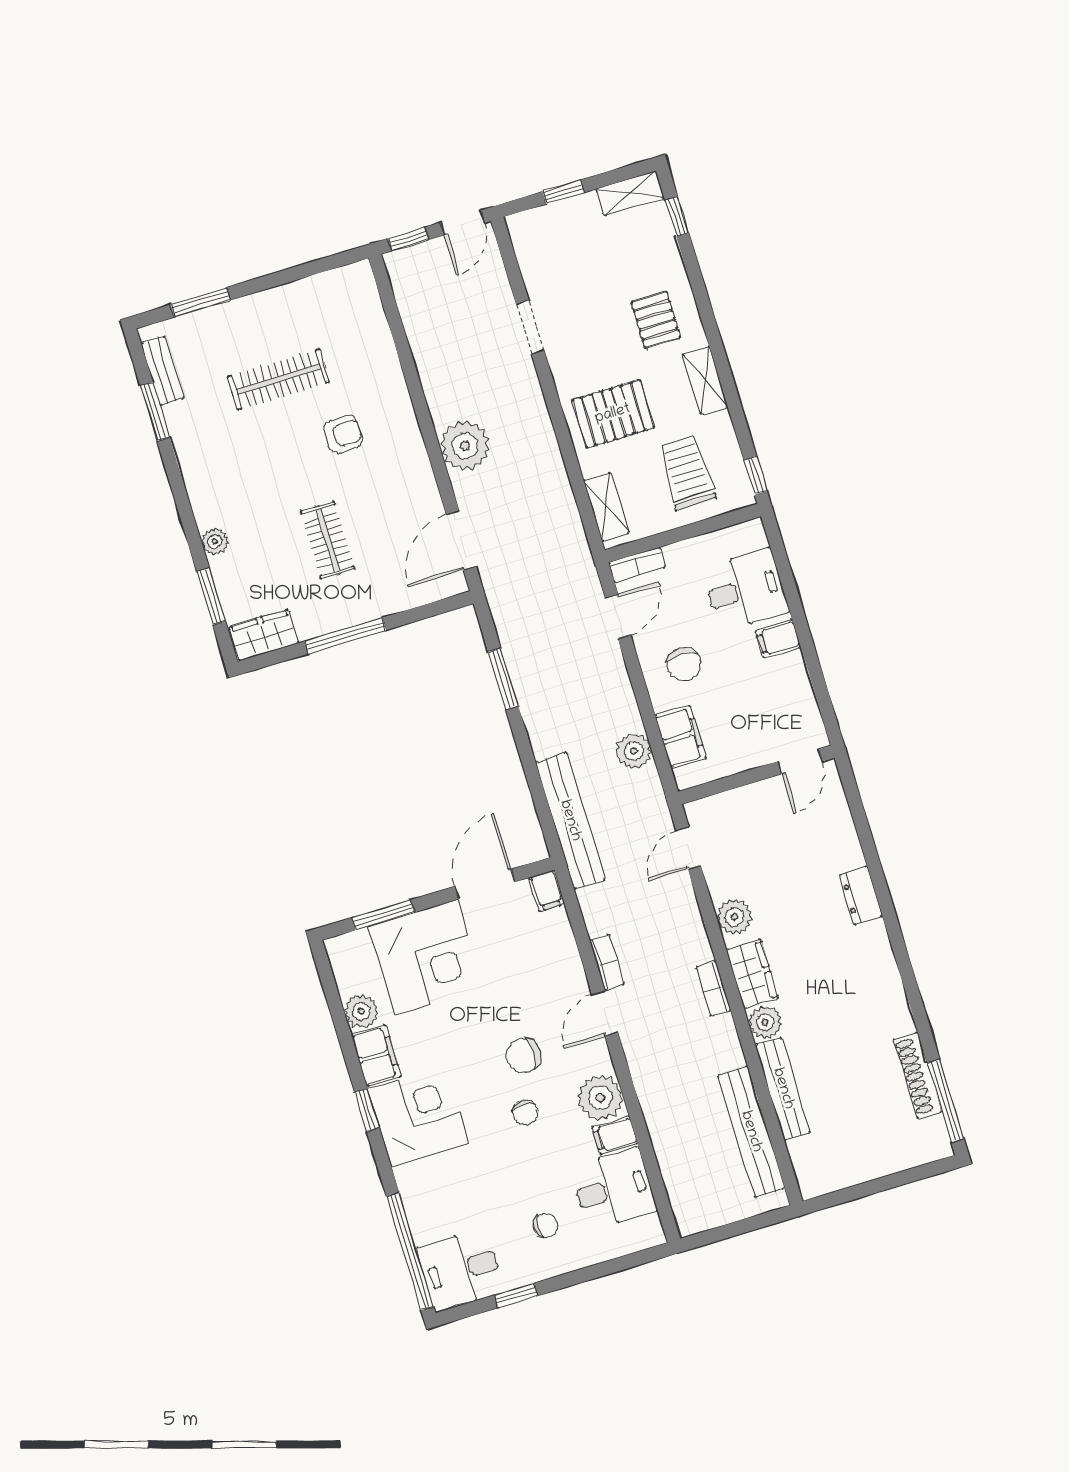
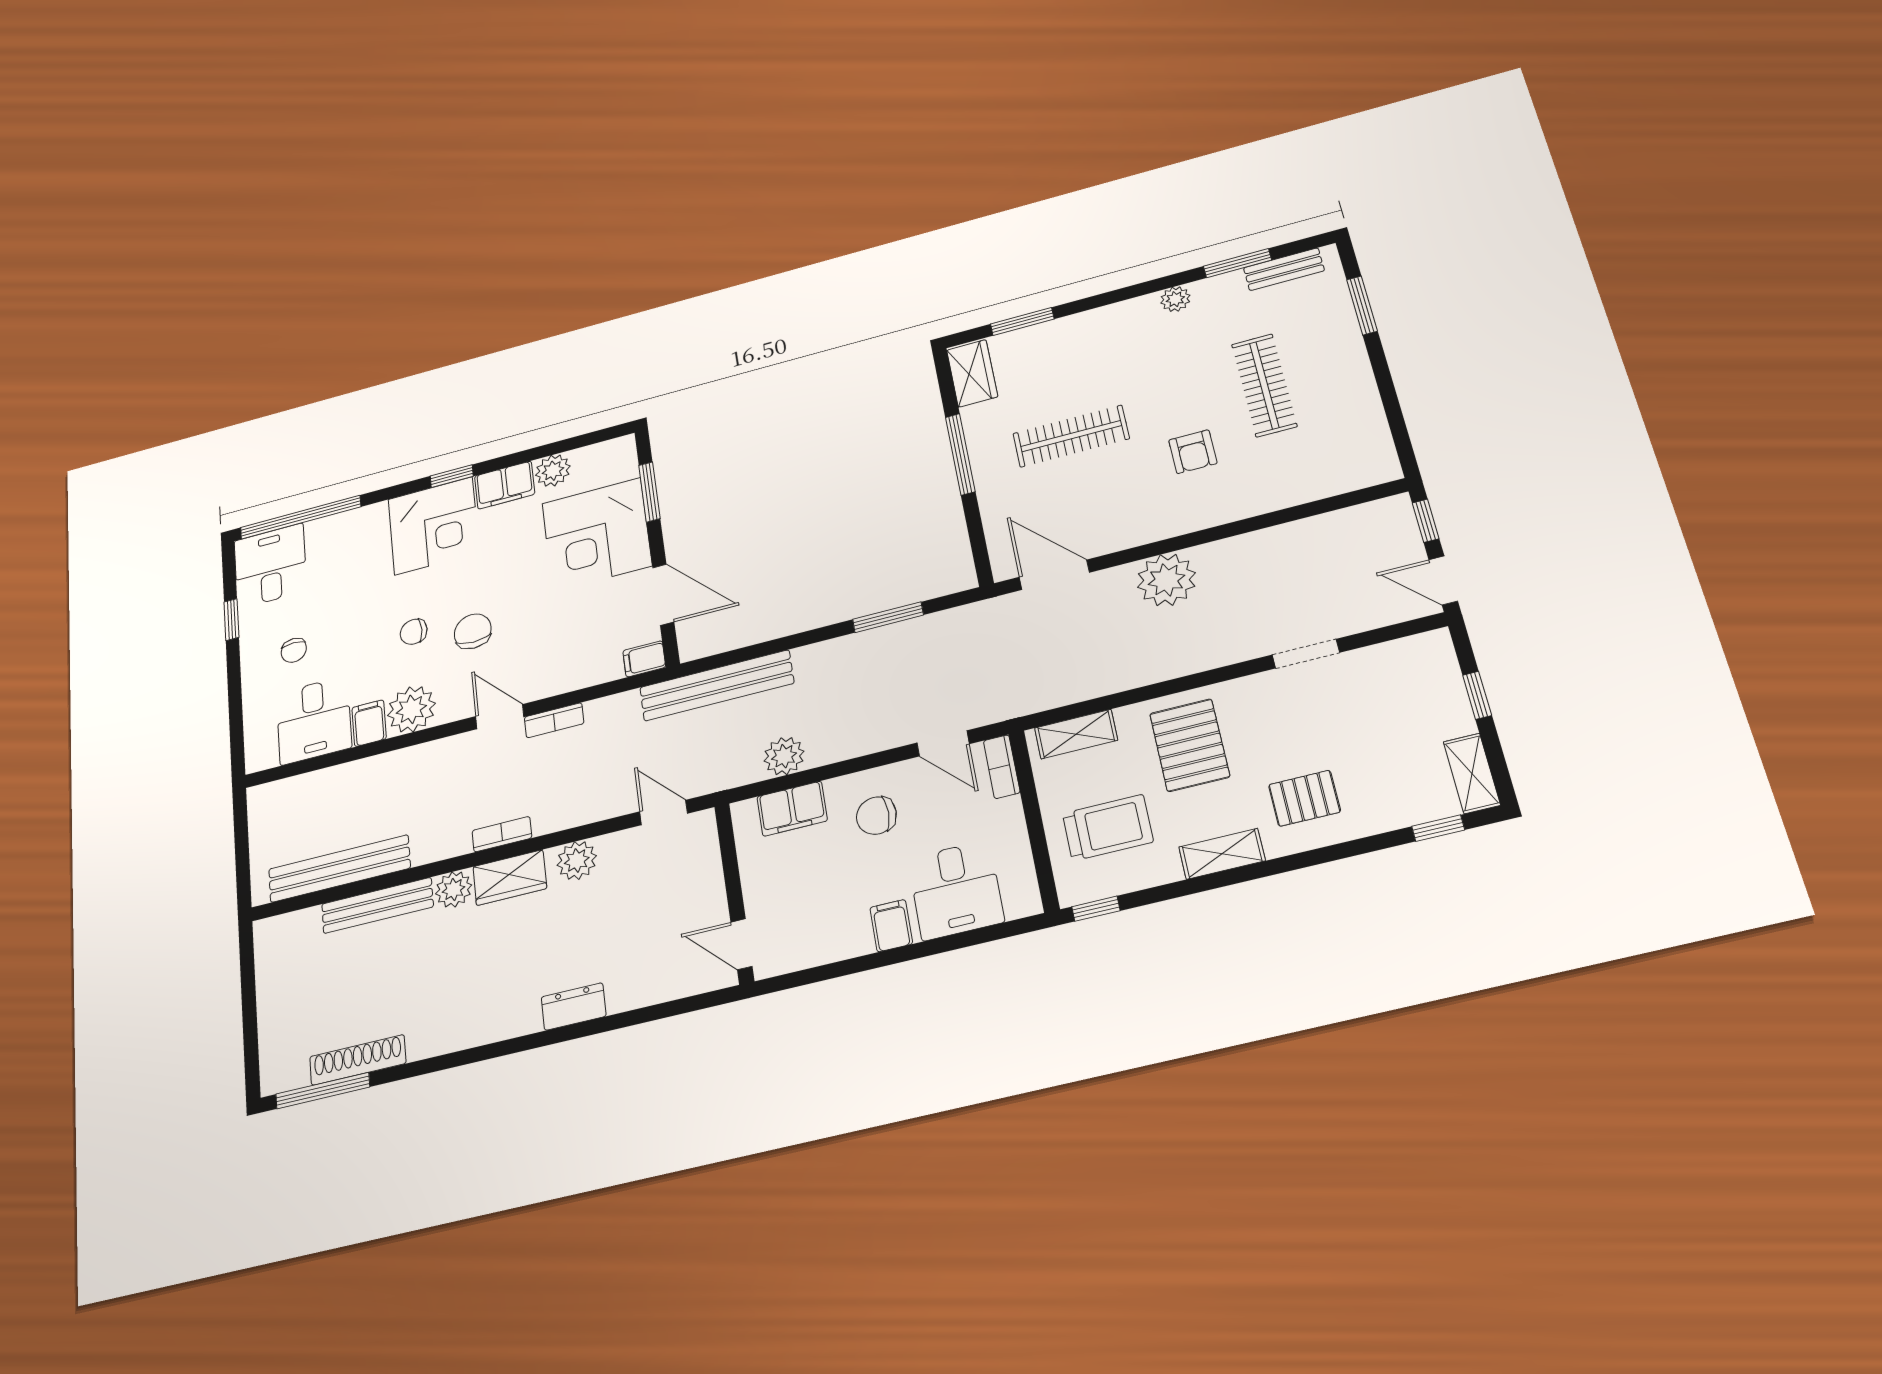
clothes rail: (328, 540) -> (1071, 436), width x1.36
plant: (215, 542) -> (1175, 299), moved

